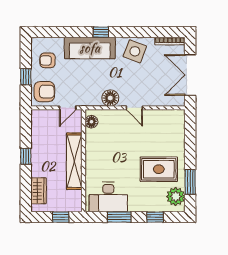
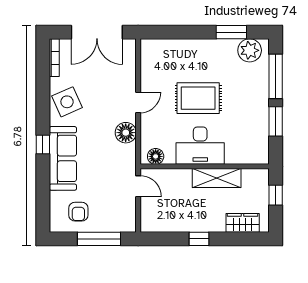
side table: (135, 51) -> (67, 102), turned 45
window: (26, 77) -> (99, 239), width x2.17
armchair: (44, 92) -> (118, 216), removed
shelving: (74, 161) -> (217, 178), width x0.68
rug: (159, 169) -> (198, 98), moved, turned 90
desk: (108, 197) -> (200, 146), moved, turned 90
window: (155, 217) -> (276, 76), width x2.17

